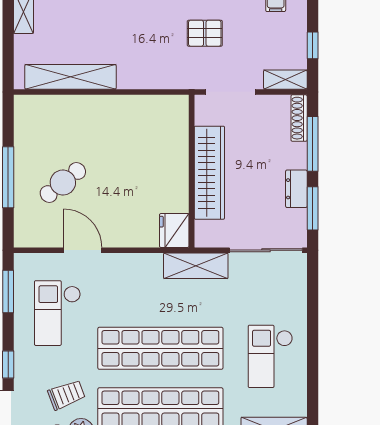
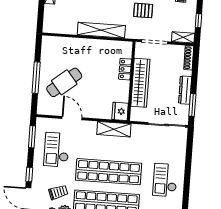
shelving: (70, 77) -> (101, 30), moved
window: (313, 144) -> (195, 72), removed
locker: (178, 149) -> (125, 69), added
cafe table: (63, 183) -> (64, 82), width x1.37, depth x1.35
dresser: (296, 189) -> (185, 90), width x1.44
shelving: (196, 266) -> (114, 129), moved

